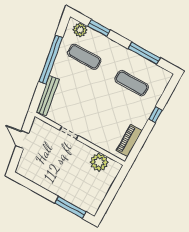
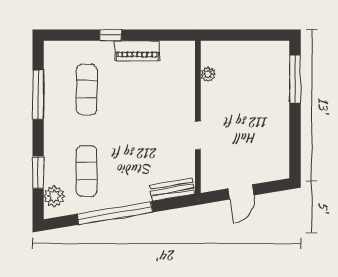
bench: (48, 96) -> (172, 190), width x0.73
piano: (129, 141) -> (137, 51), moved
plant: (99, 162) -> (208, 74), width x0.53, depth x0.53

